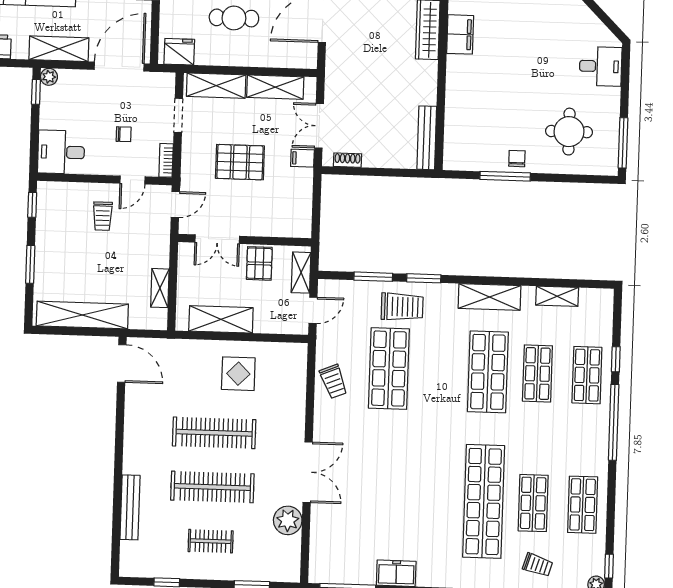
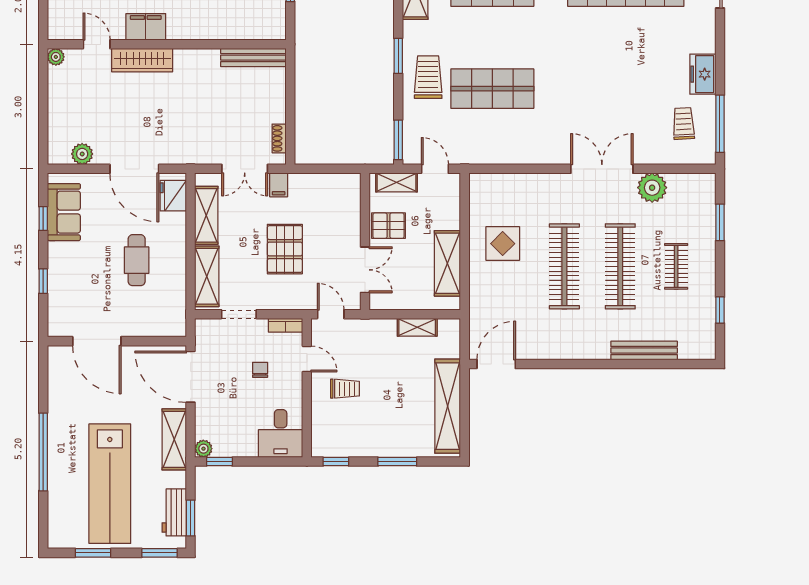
fridge: (179, 52) -> (173, 196), moved
window: (373, 277) -> (398, 140), moved
trolley: (333, 382) -> (684, 124), moved, turned -71

